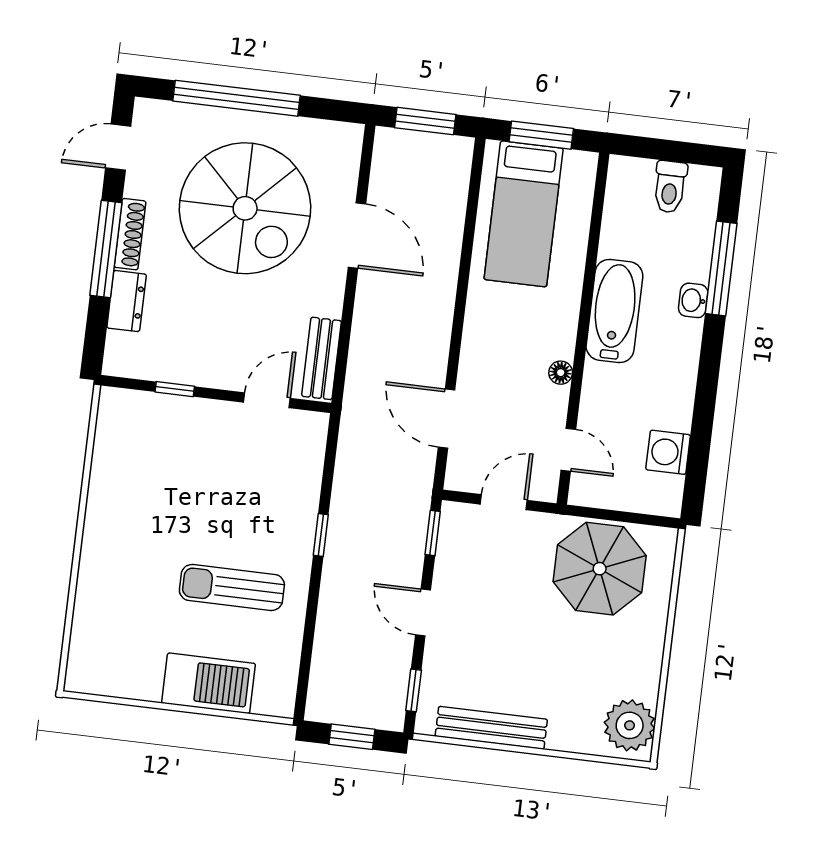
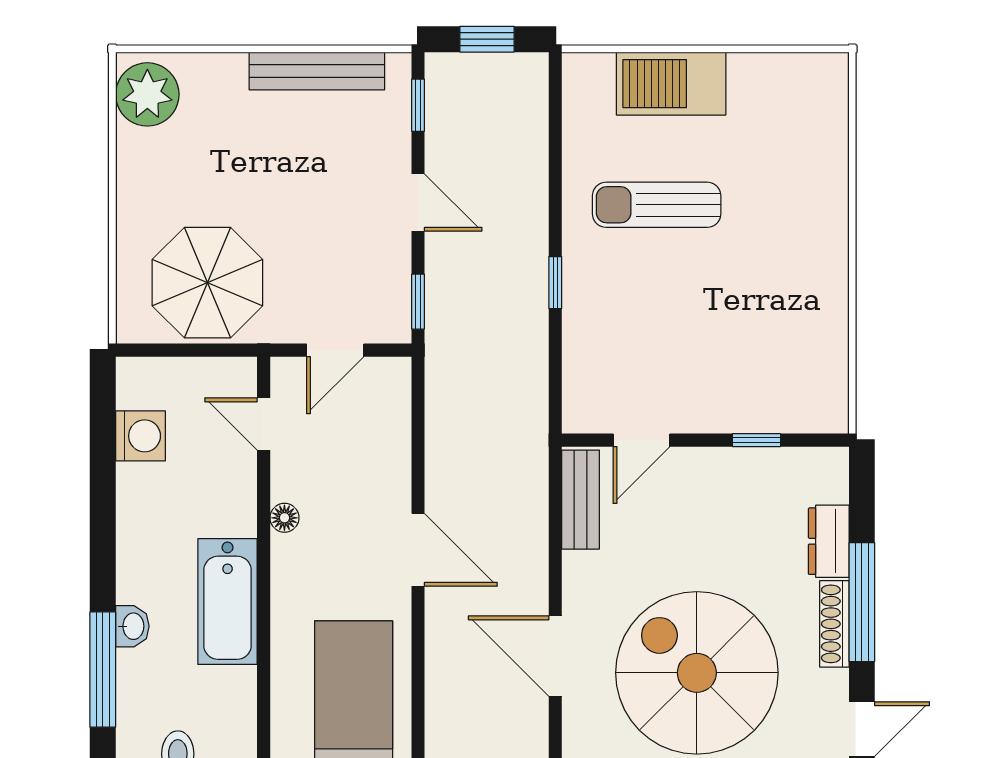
door: (446, 419) -> (418, 550), moved
sun lounger: (232, 587) -> (657, 205), turned 180

